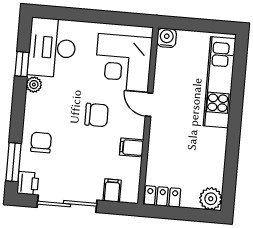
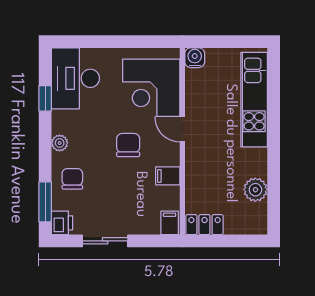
plant: (34, 85) -> (60, 143), moved
chair: (97, 115) -> (128, 145), turned -90
filing cabinet: (112, 190) -> (170, 223), moved
plant: (211, 199) -> (255, 190), moved
sliding door: (67, 204) -> (105, 241), width x0.73

